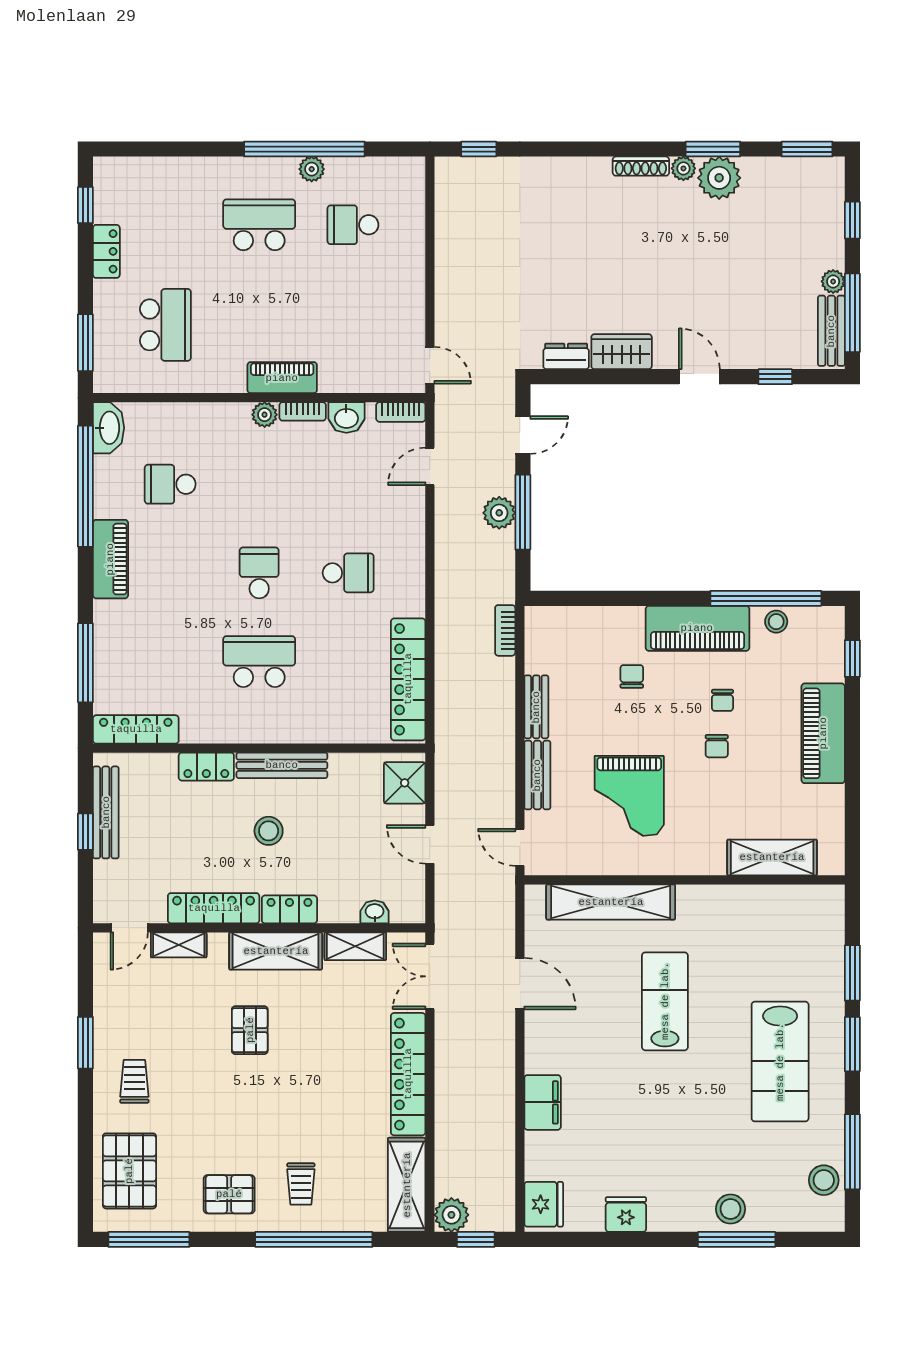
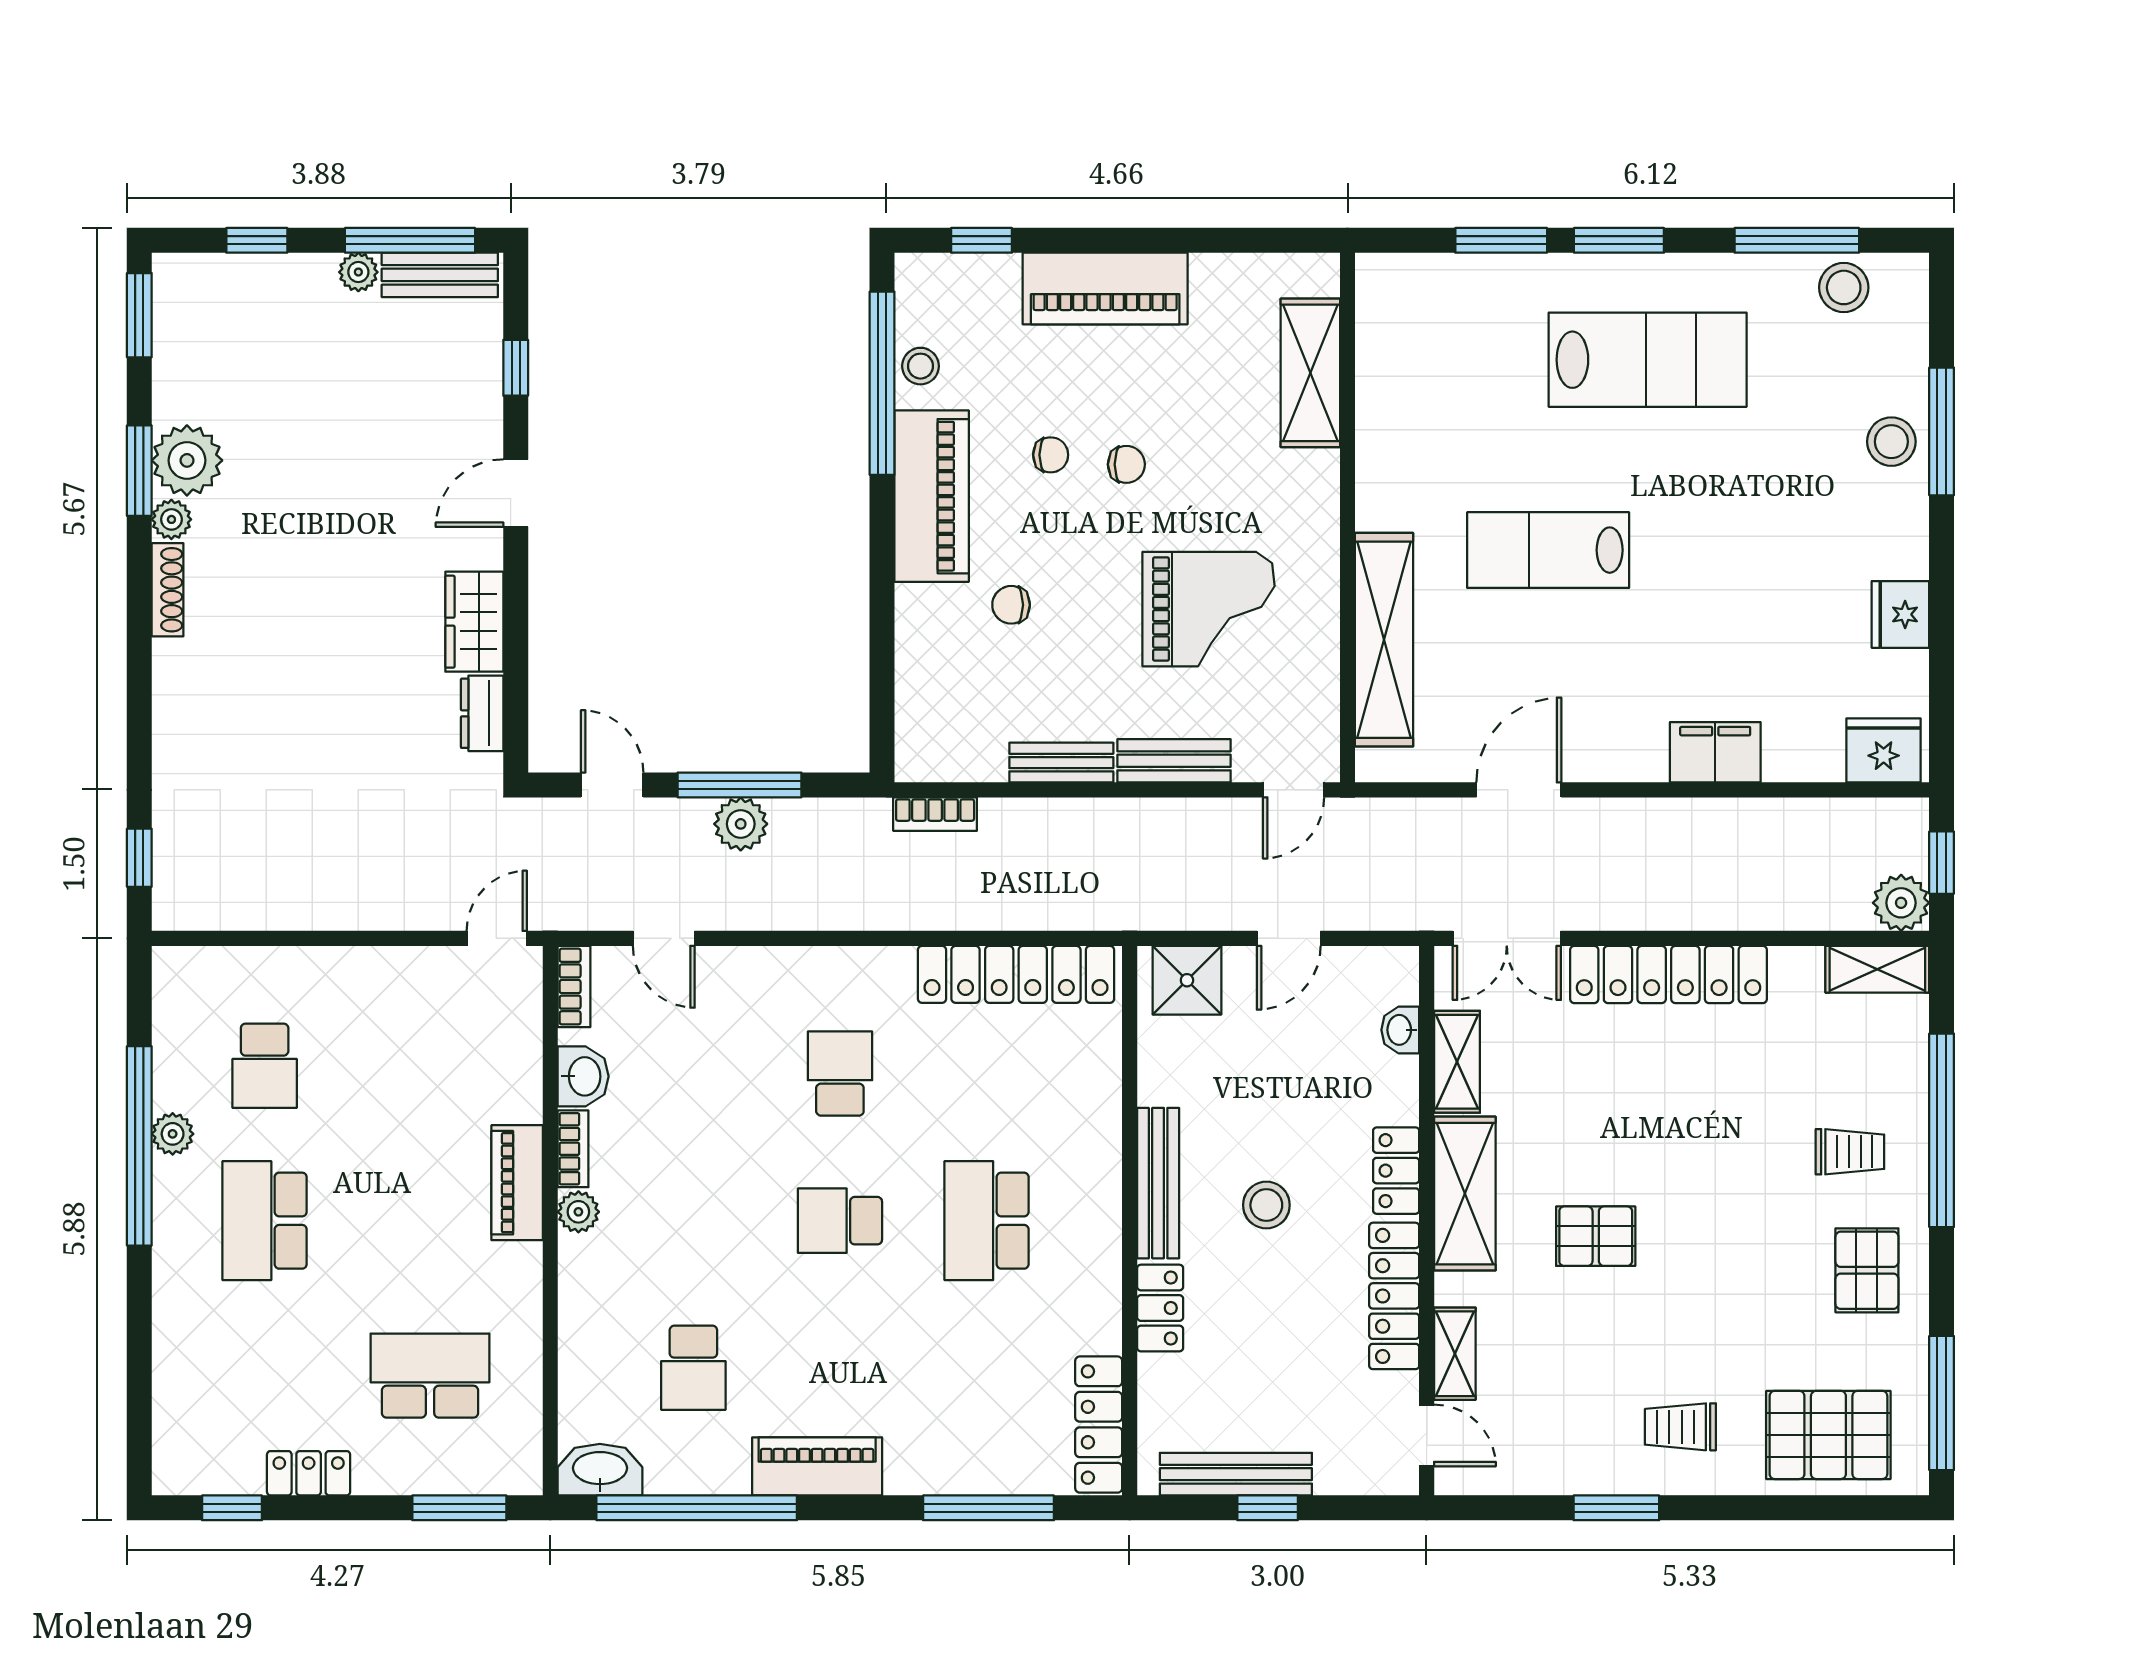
shelving: (407, 1185) -> (1877, 969), width x0.67, depth x0.75

